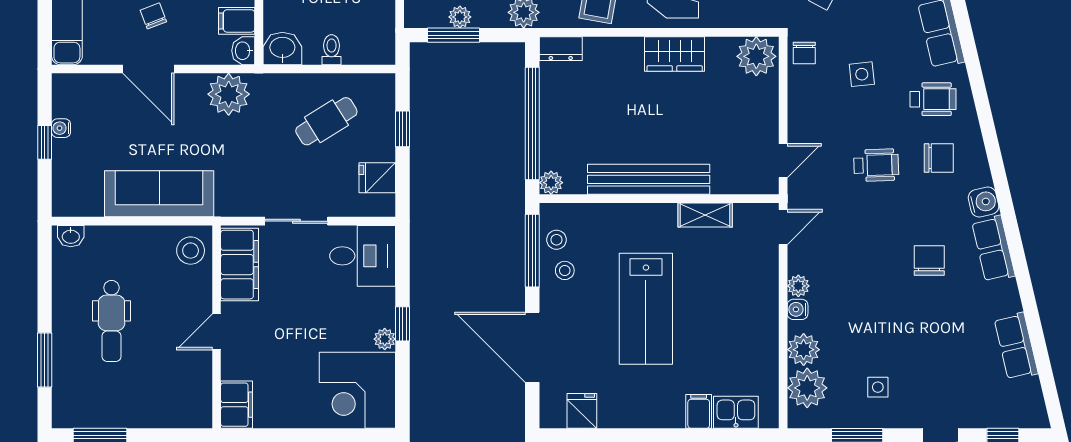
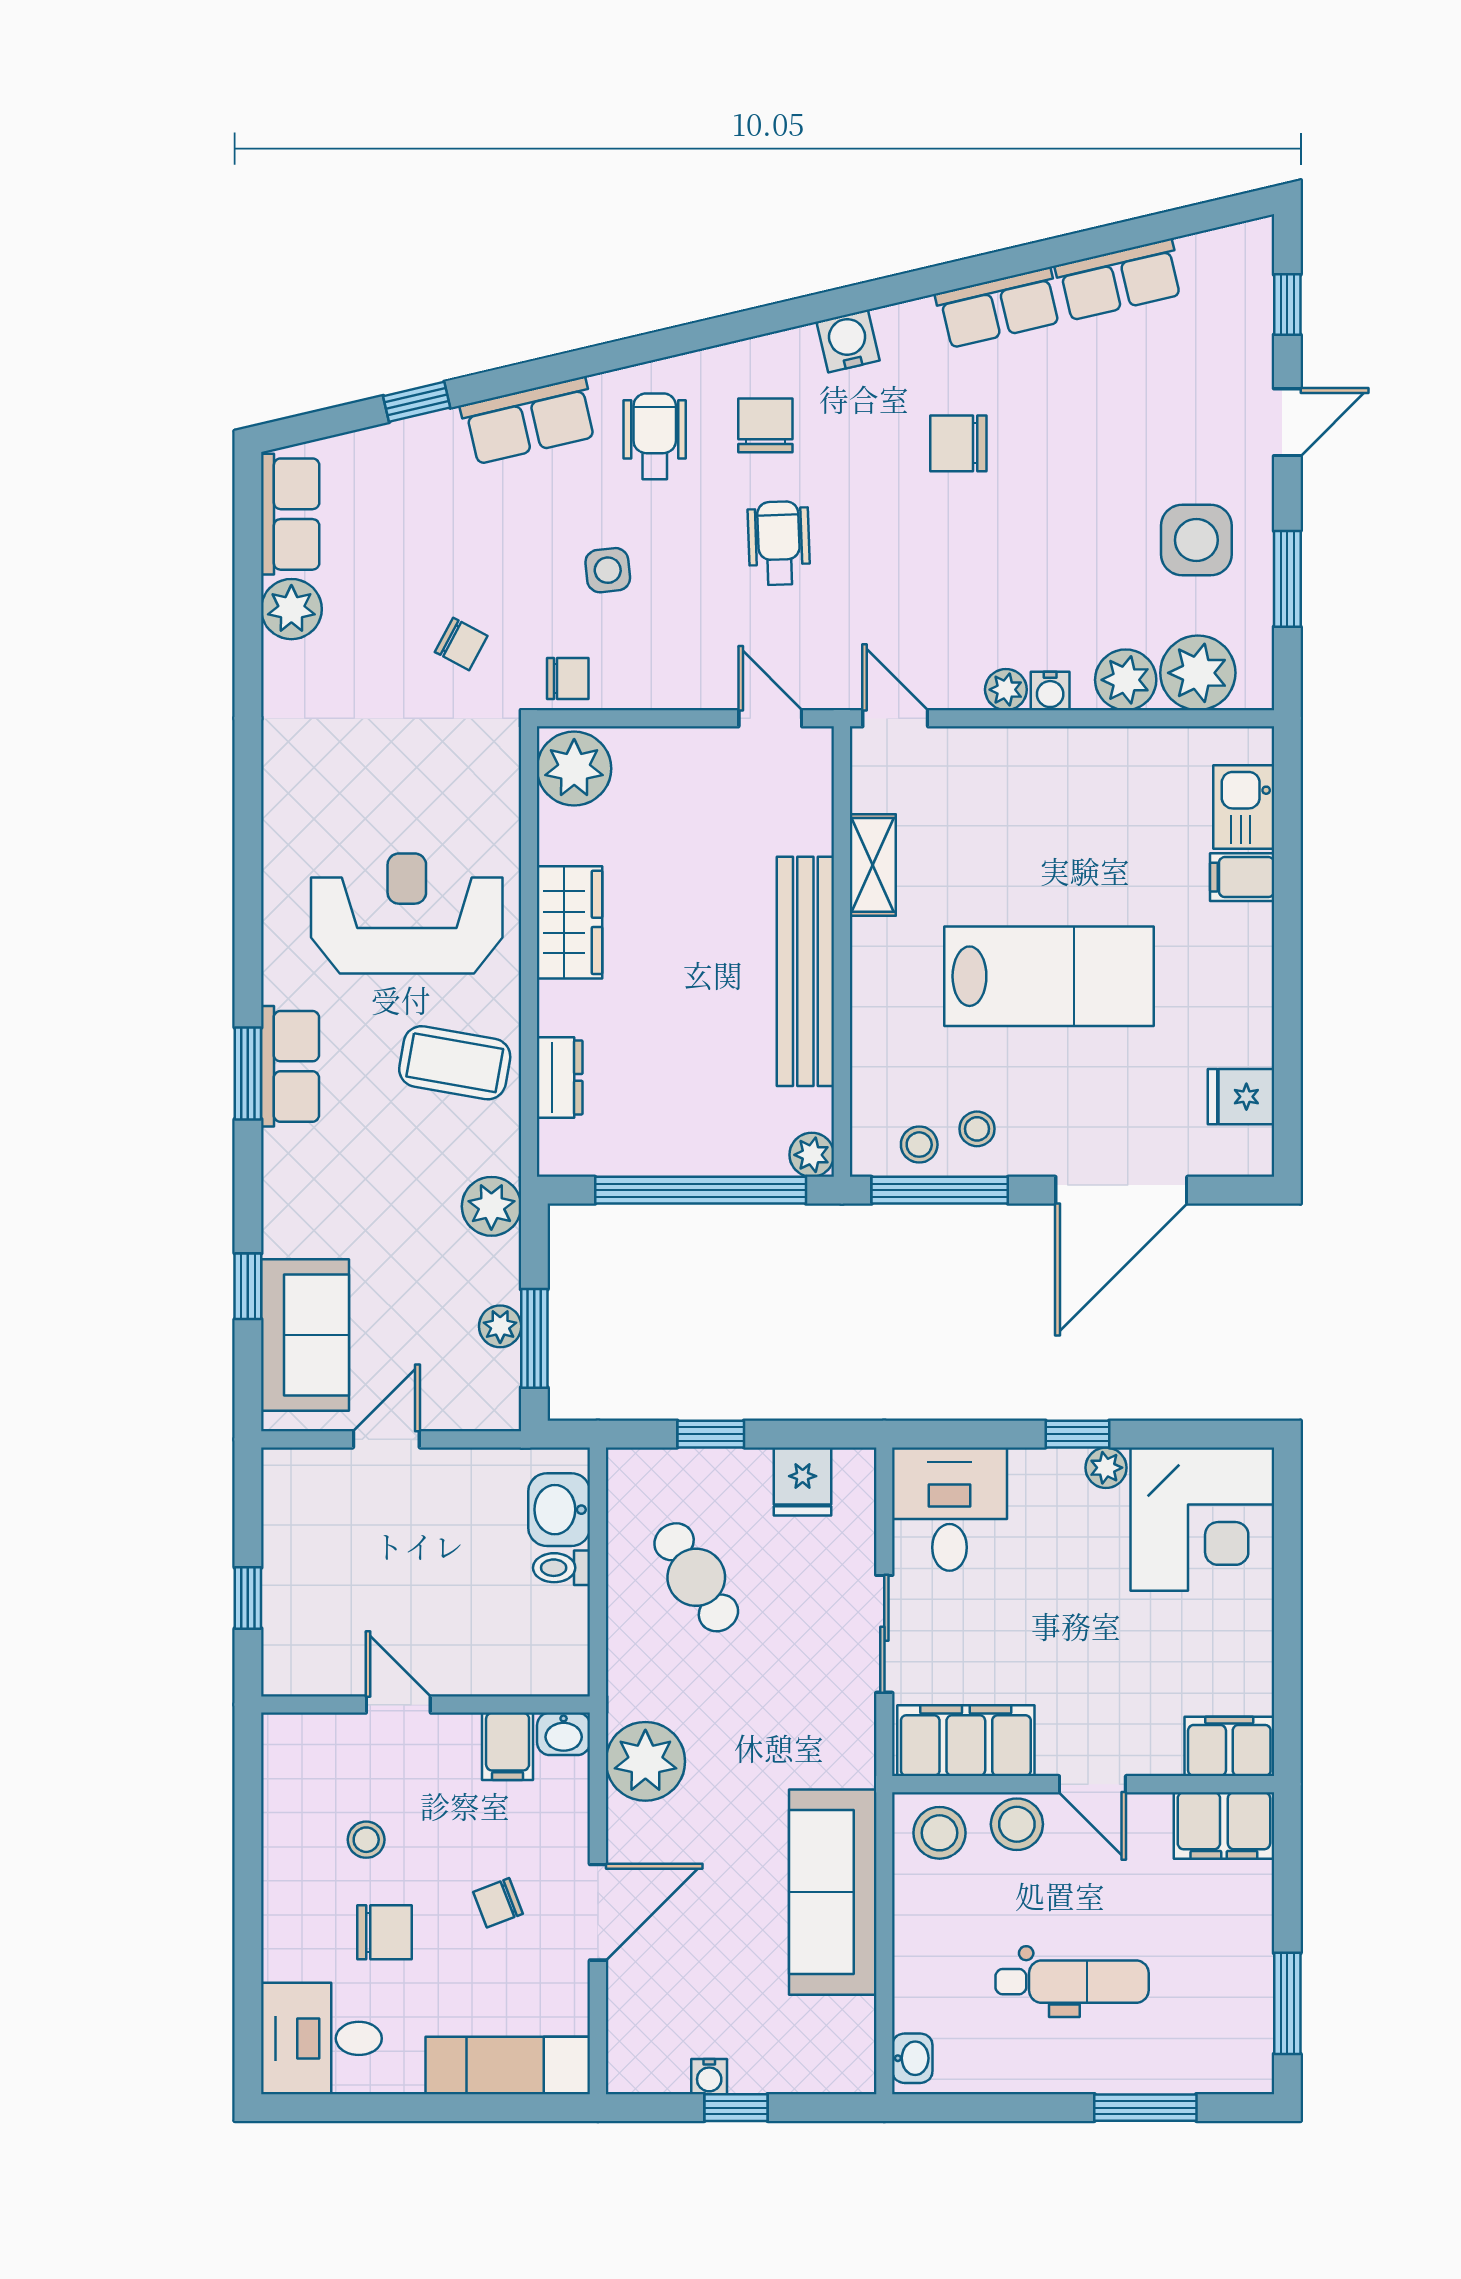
washbasin: (282, 48) -> (559, 1510), moved
dresser: (561, 49) -> (560, 1077), moved
row of seats: (993, 249) -> (999, 308), moved
stool: (195, 292) -> (1017, 1824), added
side table: (878, 387) -> (1196, 540), width x1.87, depth x1.87
filing cabinet: (195, 402) -> (1224, 1825), added

